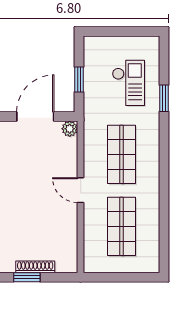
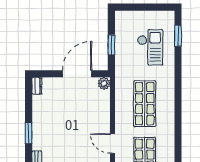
window: (164, 98) -> (178, 36), moved
door: (81, 190) -> (112, 143), moved

